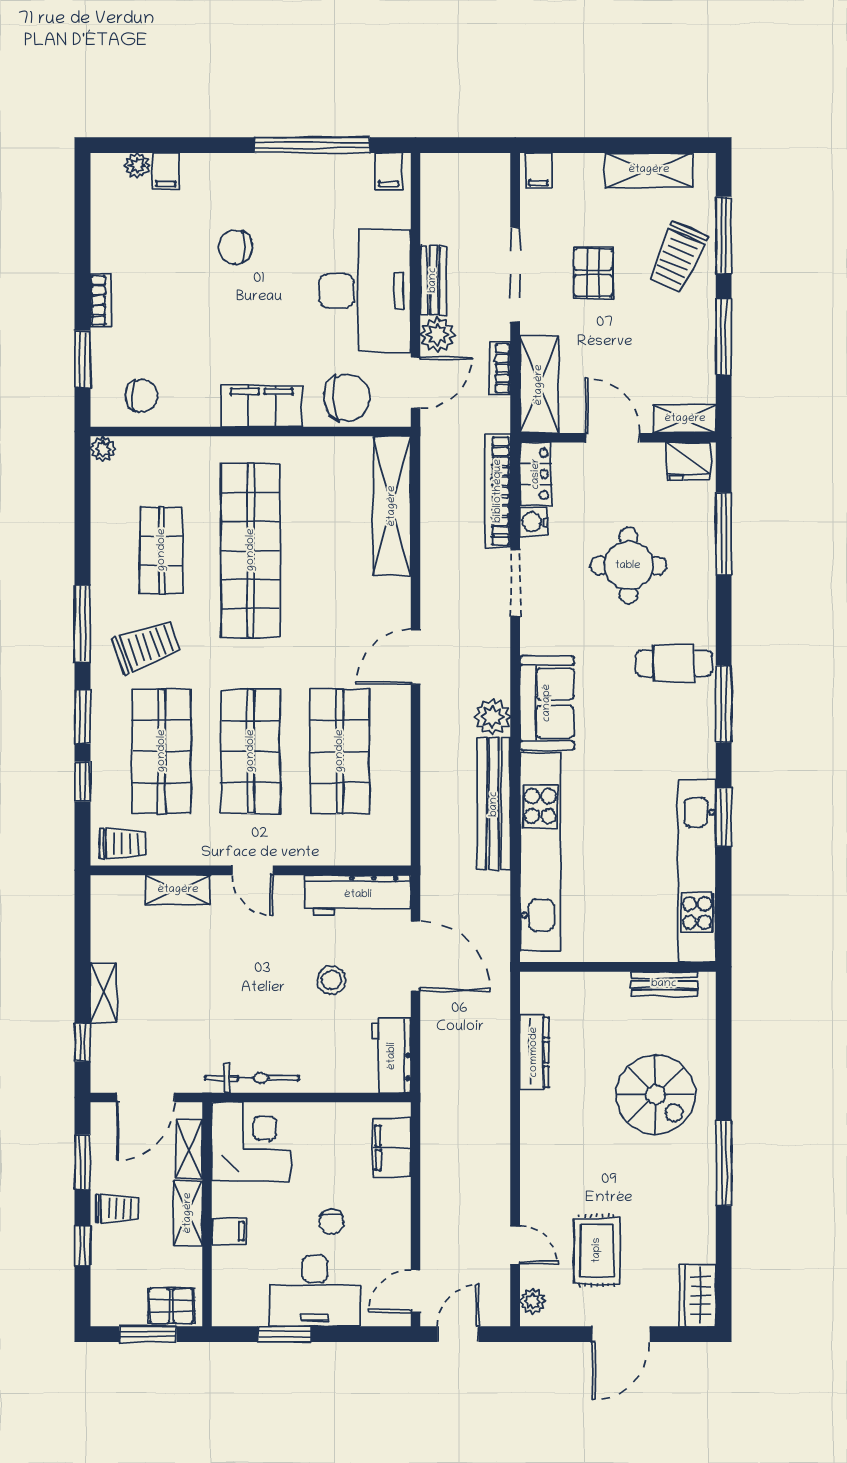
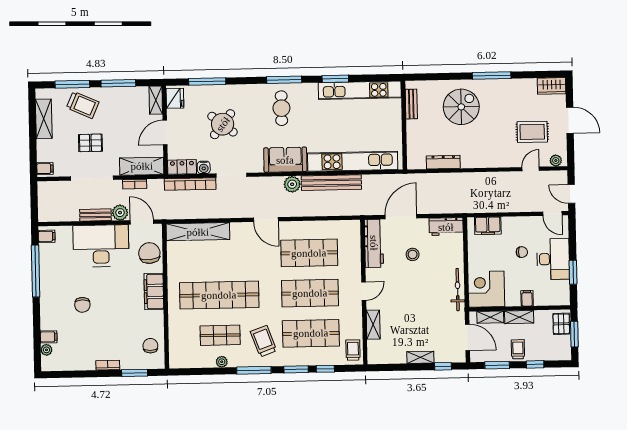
plant: (103, 449) -> (222, 362), moved
round table: (628, 566) -> (223, 124), turned 38
cafe table: (674, 663) -> (281, 108), moved

